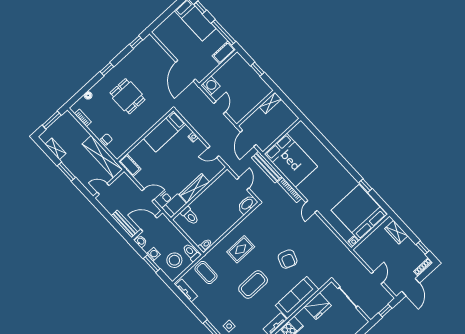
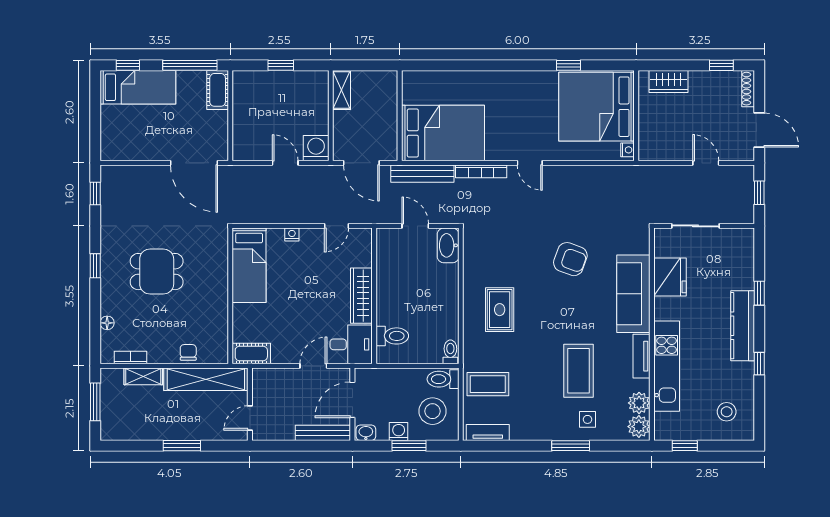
washing machine: (211, 86) -> (316, 148), moved
shelving: (56, 149) -> (143, 376), moved
coffee table: (253, 285) -> (578, 371), moved

